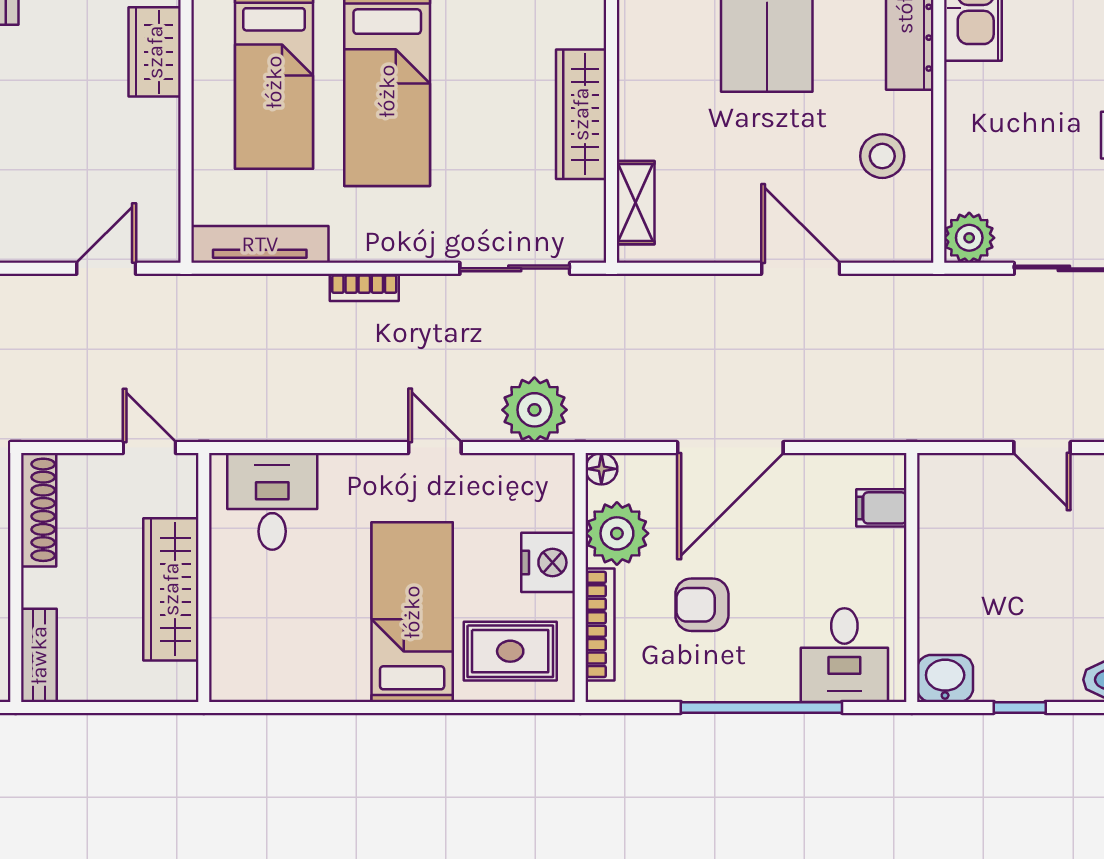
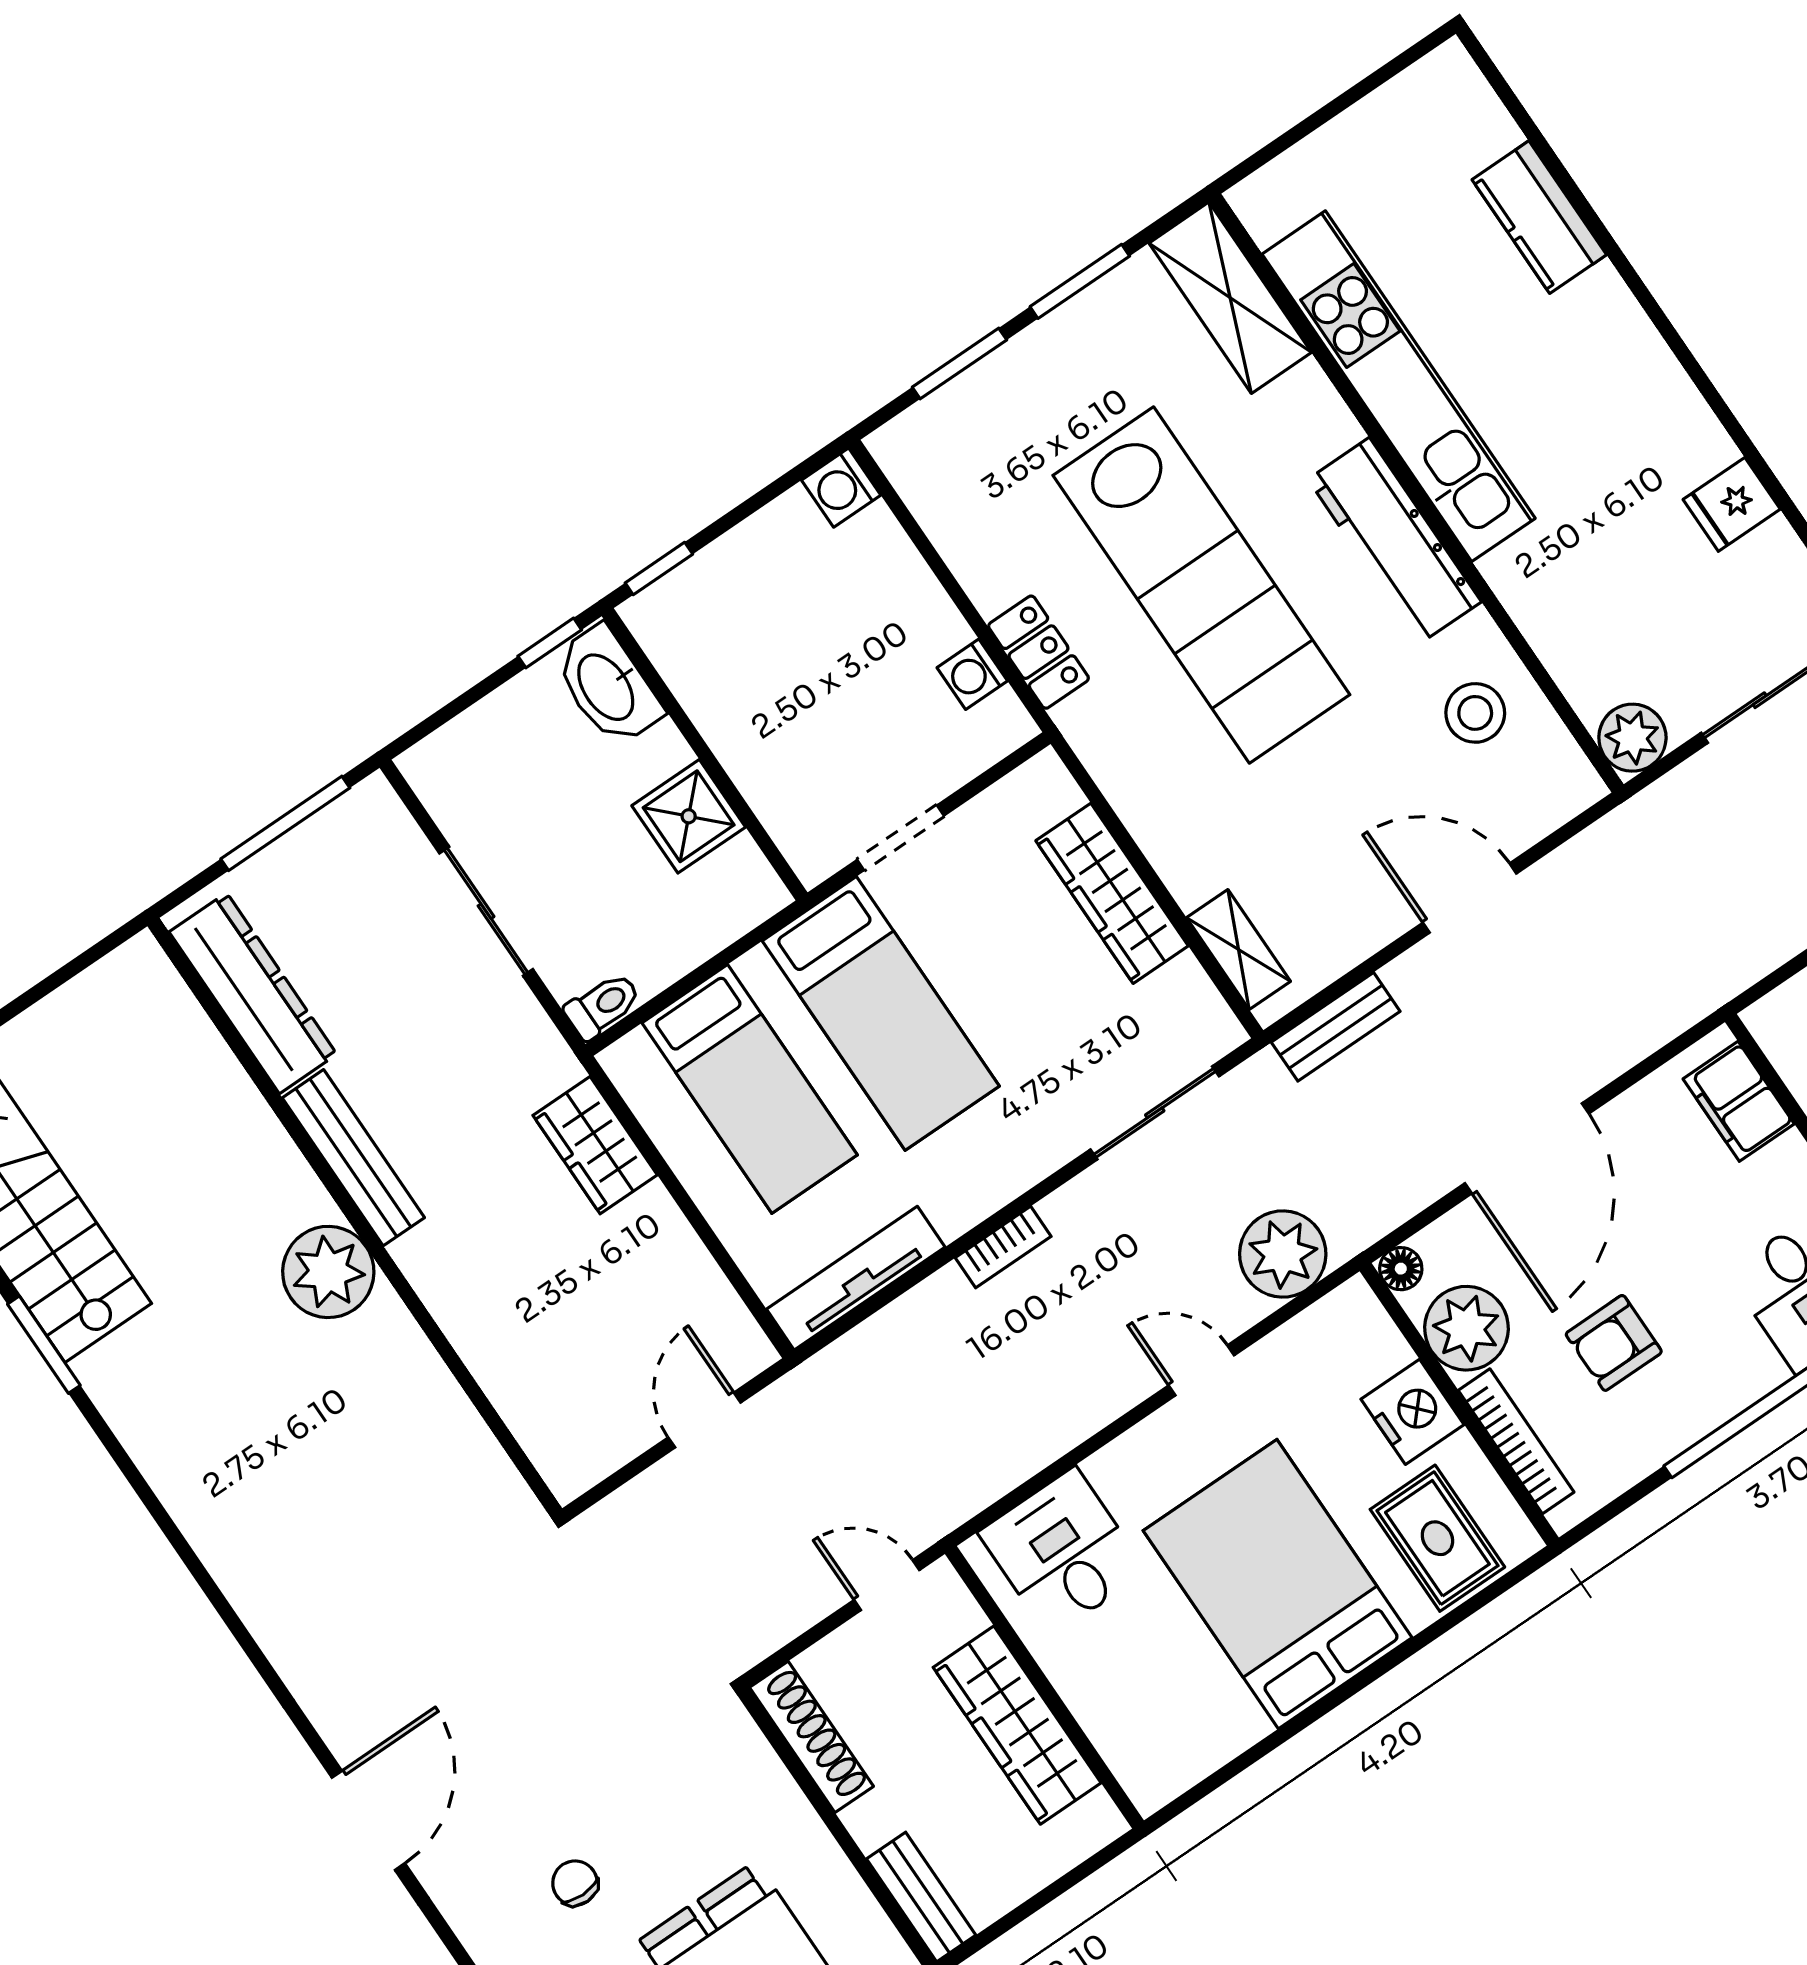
bench: (663, 291) -> (1336, 1027), added
filing cabinet: (881, 508) -> (1739, 1101), width x2.00
bed: (412, 612) -> (1278, 1584), width x1.50
rug: (510, 651) -> (1437, 1538), turned 90

